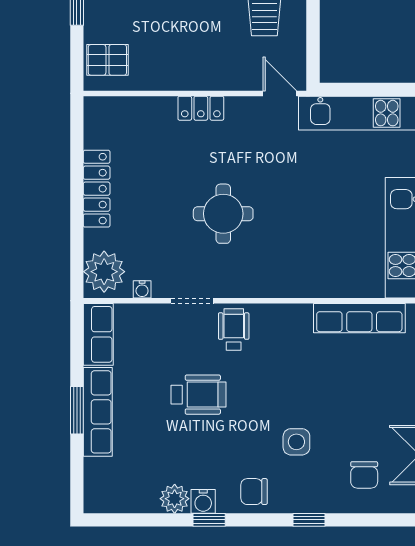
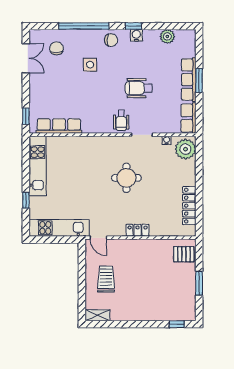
locker: (97, 189) -> (189, 206), moved
plant: (175, 499) -> (167, 36), moved
window: (309, 520) -> (84, 26), width x3.17

